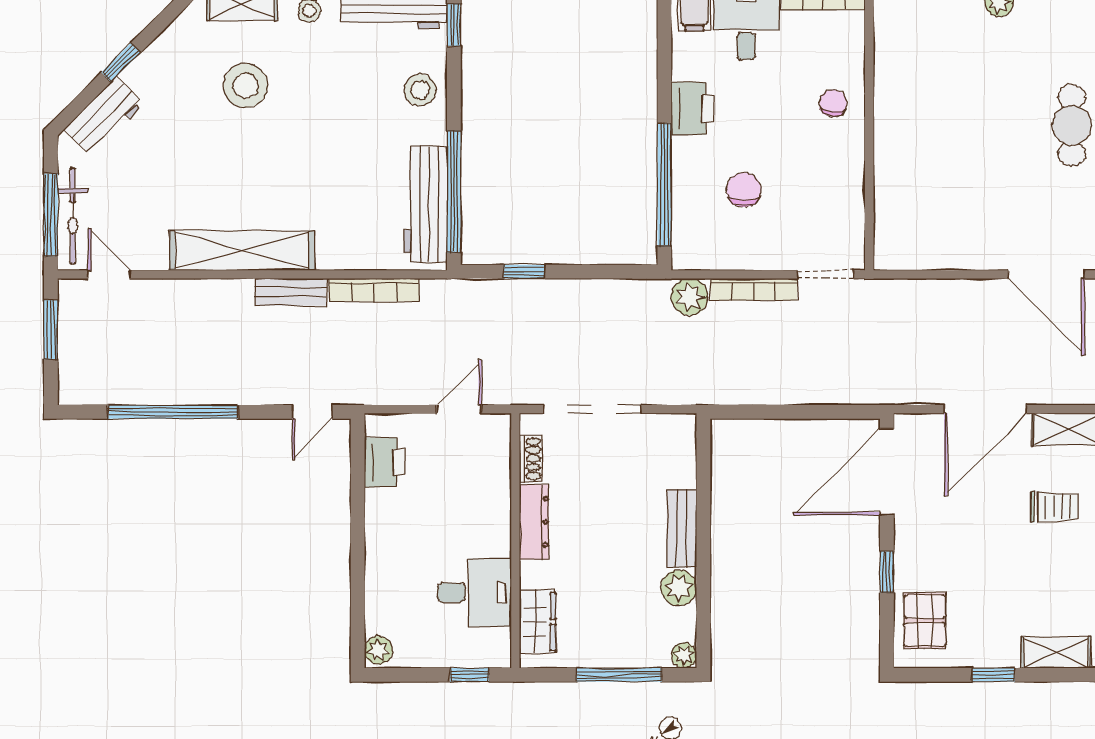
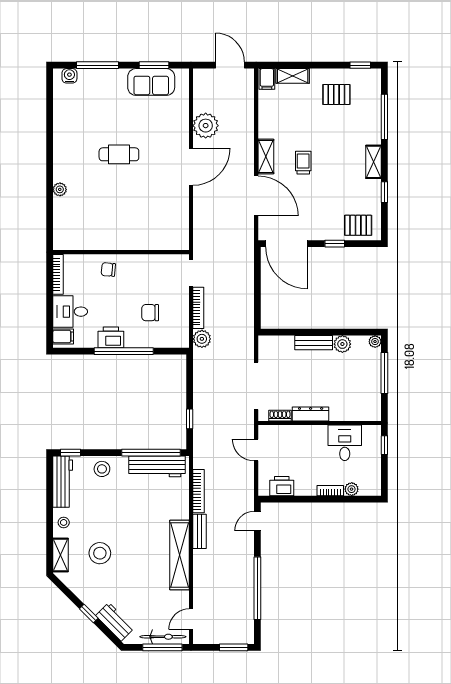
window: (664, 185) -> (124, 351), moved
window: (51, 330) -> (234, 647), moved
door: (312, 412) -> (257, 521), swing flipped
bookcase: (375, 563) -> (330, 491), added
wardrobe: (538, 622) -> (359, 412), removed
plant: (378, 650) -> (352, 489), moved

